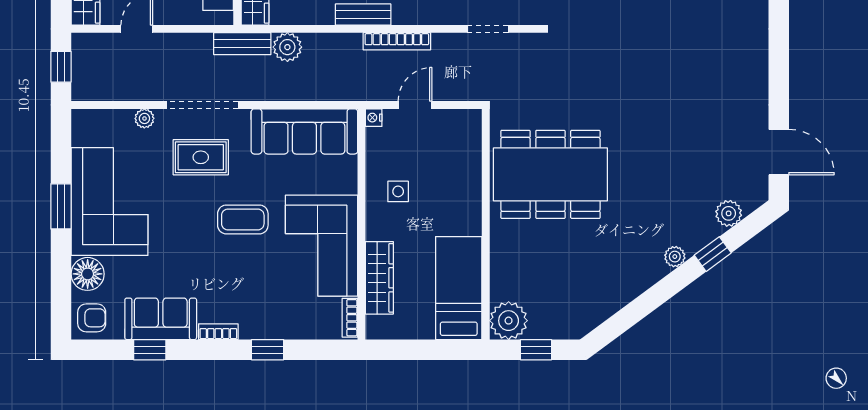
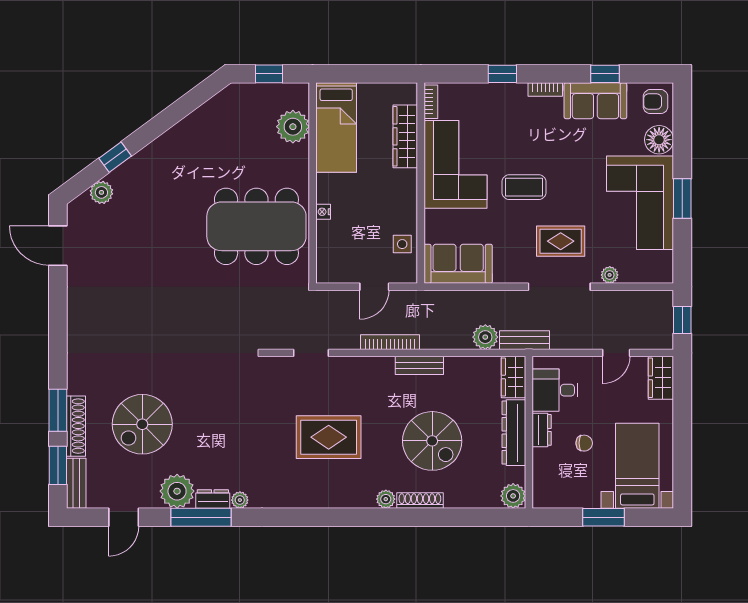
nightstand: (374, 118) -> (323, 212), moved, turned 180
sofa: (304, 131) -> (458, 264), width x0.73
side table: (398, 191) -> (402, 244), moved
plant: (675, 257) -> (148, 155), removed
plant: (509, 321) -> (293, 127), moved

